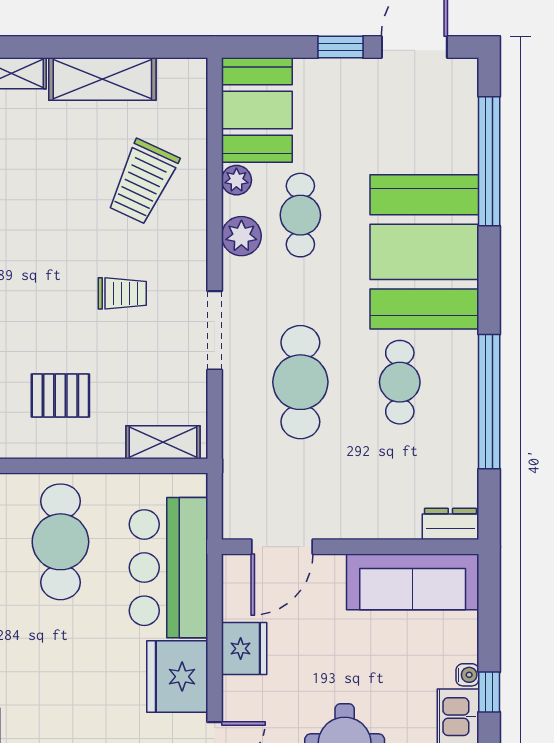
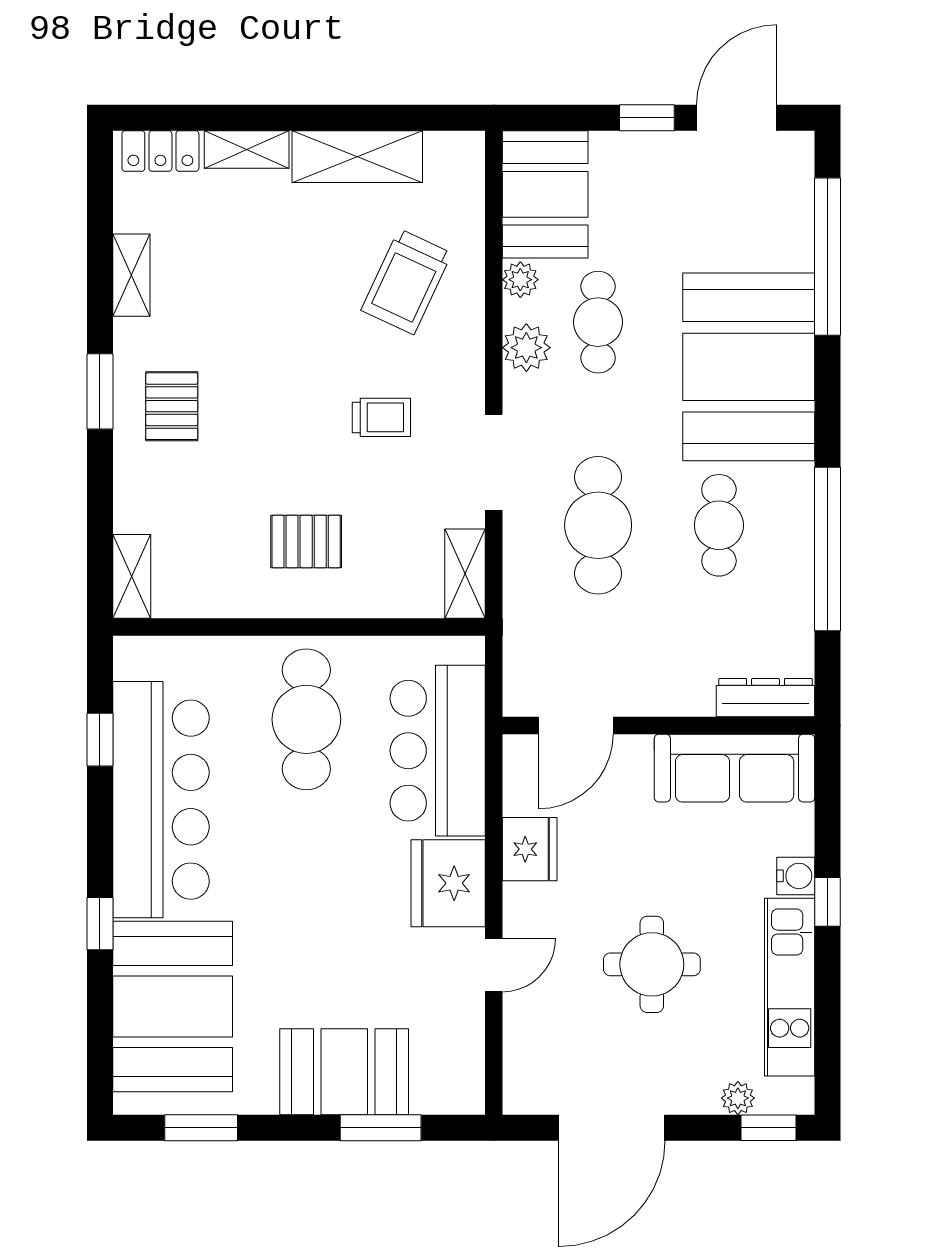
shelving: (163, 442) -> (465, 574), moved, turned 90
dresser: (450, 524) -> (766, 698), width x1.44
water cooler: (467, 675) -> (796, 876), width x1.38, depth x1.38

